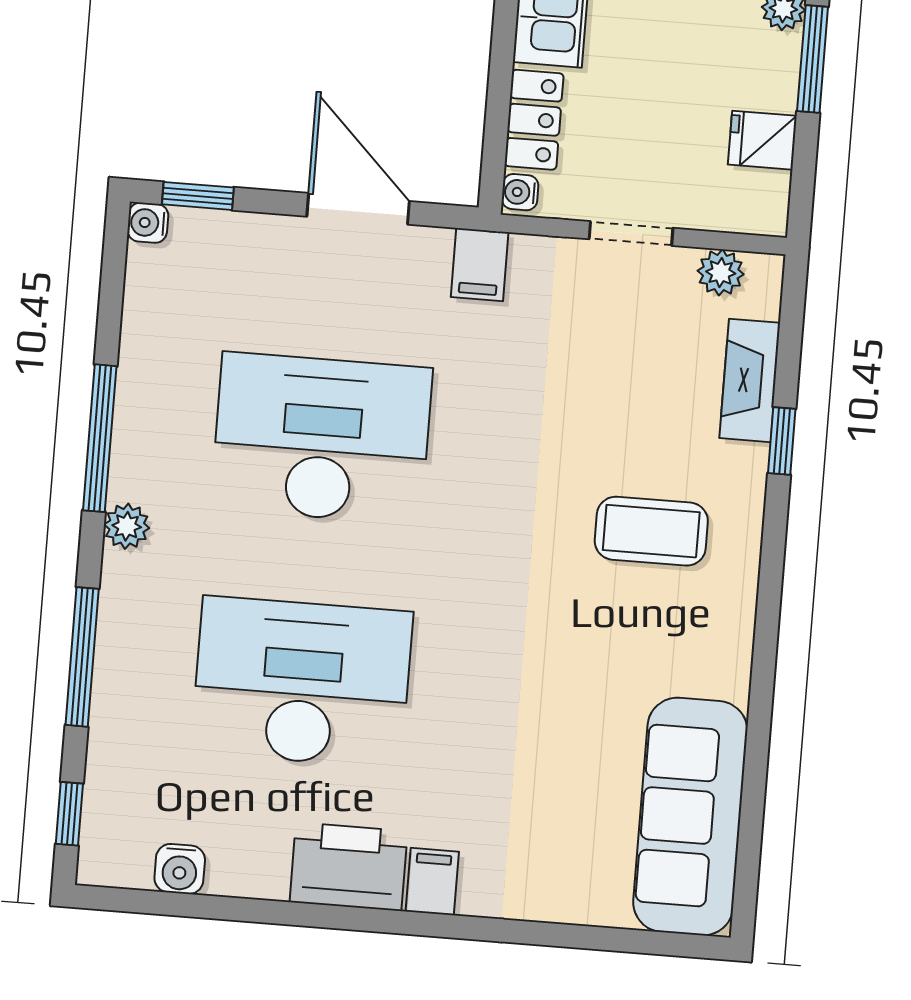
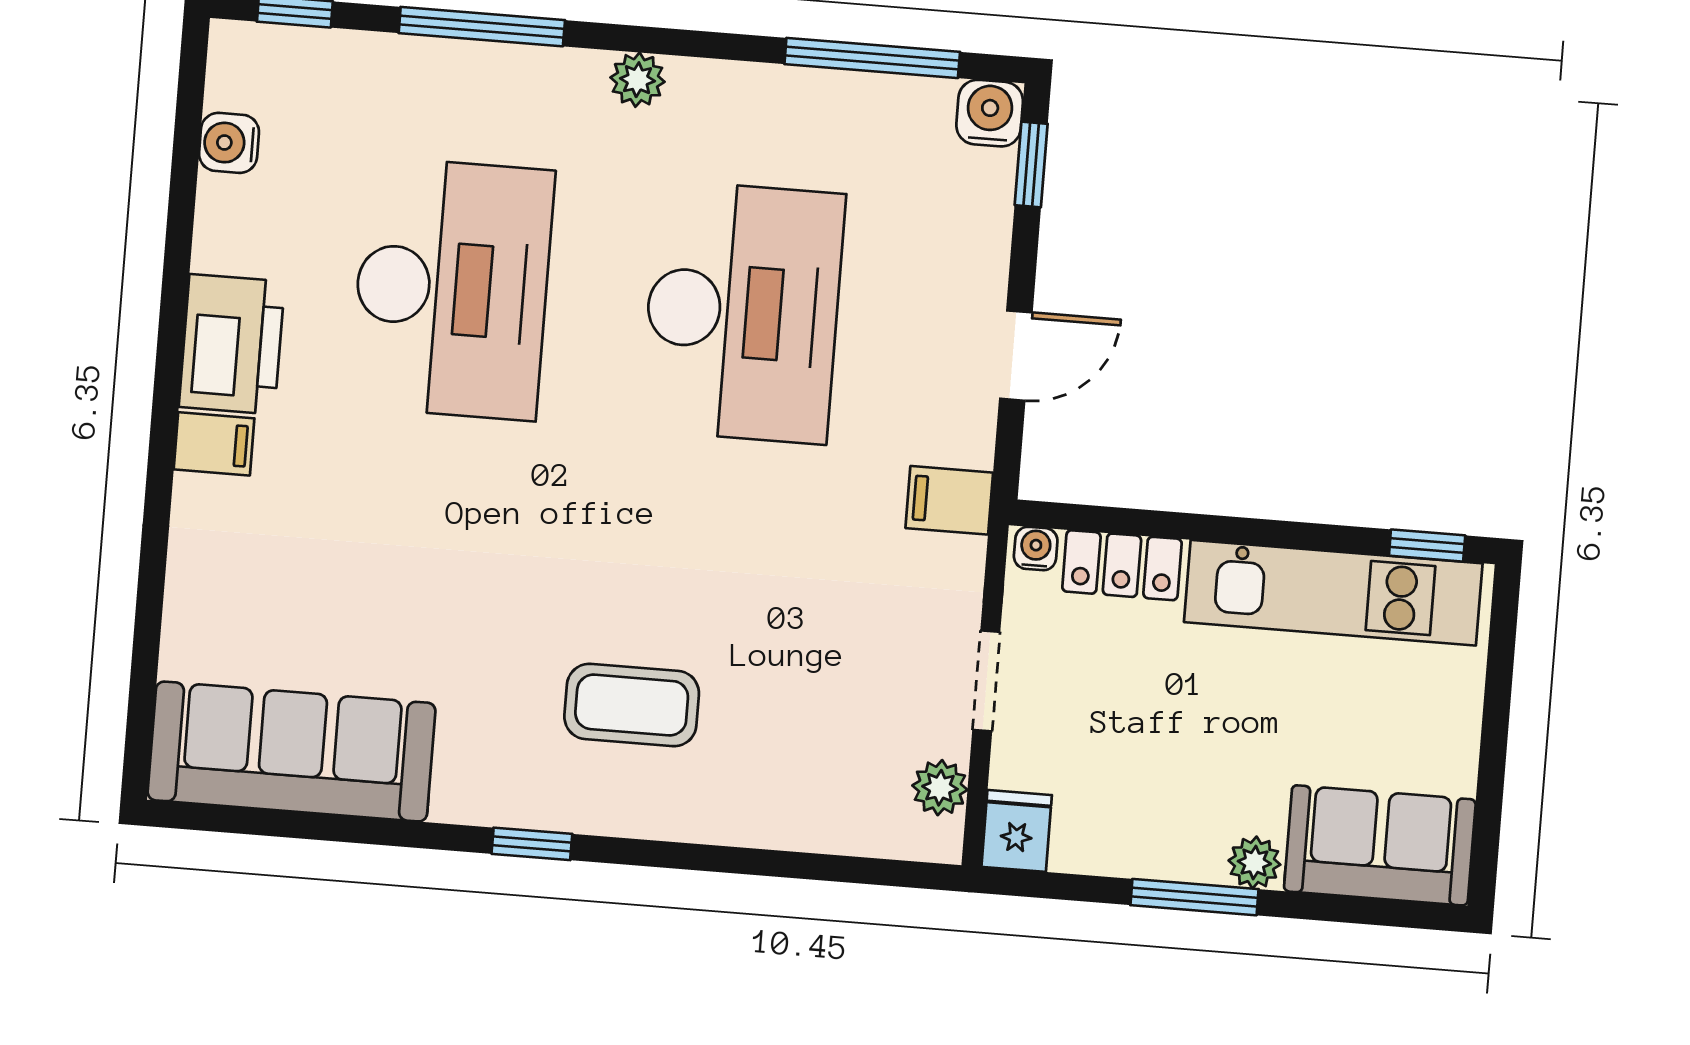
fridge: (762, 140) -> (1017, 831), moved
door: (358, 209) -> (1016, 356), width x0.73
water cooler: (148, 223) -> (990, 113), width x1.38, depth x1.38
fireplace: (750, 380) -> (811, 822), removed
window: (100, 438) -> (872, 58), moved
window: (782, 441) -> (532, 844), moved
coffee table: (651, 531) -> (632, 705), turned 90

